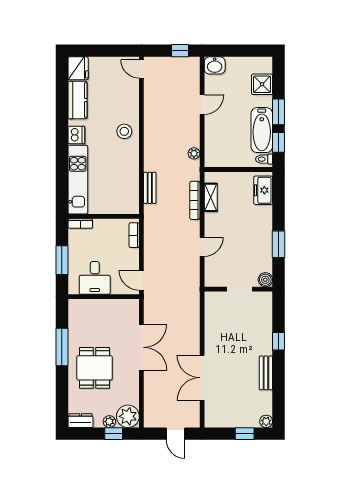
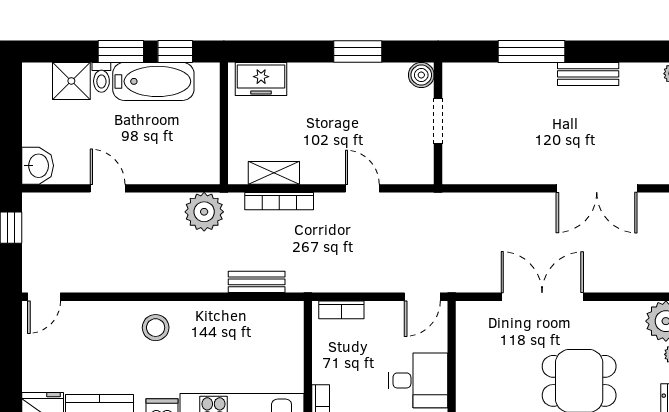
plant: (194, 153) -> (204, 212), width x1.87, depth x1.87
toilet: (264, 159) -> (101, 77), moved
window: (278, 341) -> (532, 51), width x2.17

